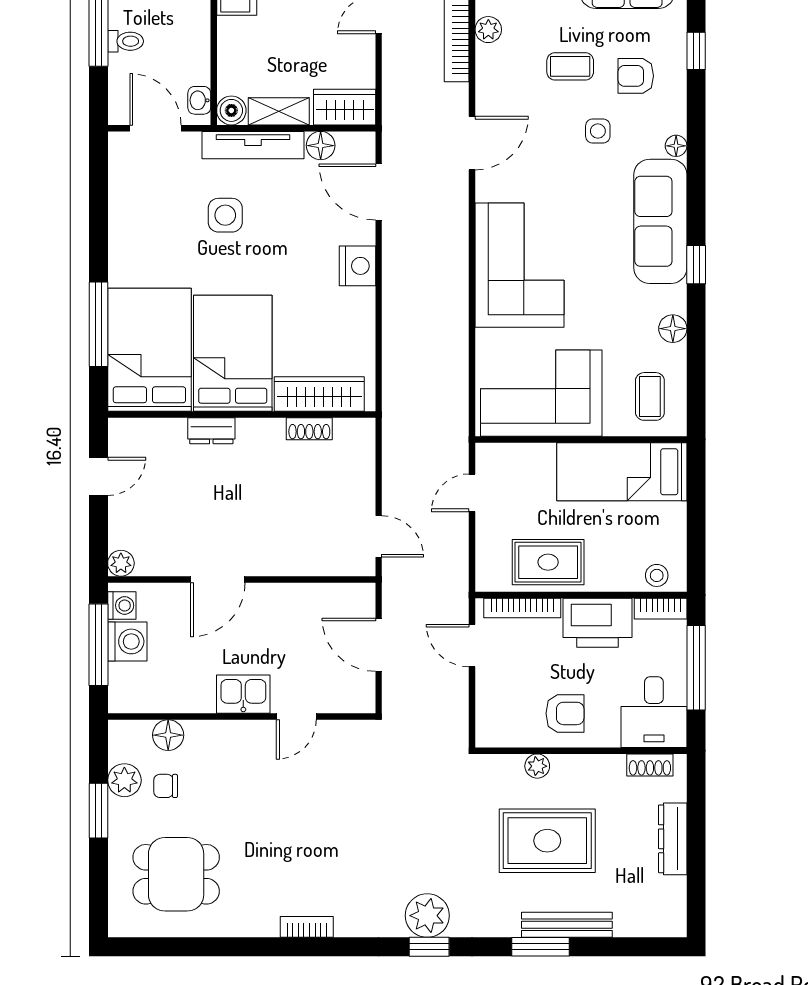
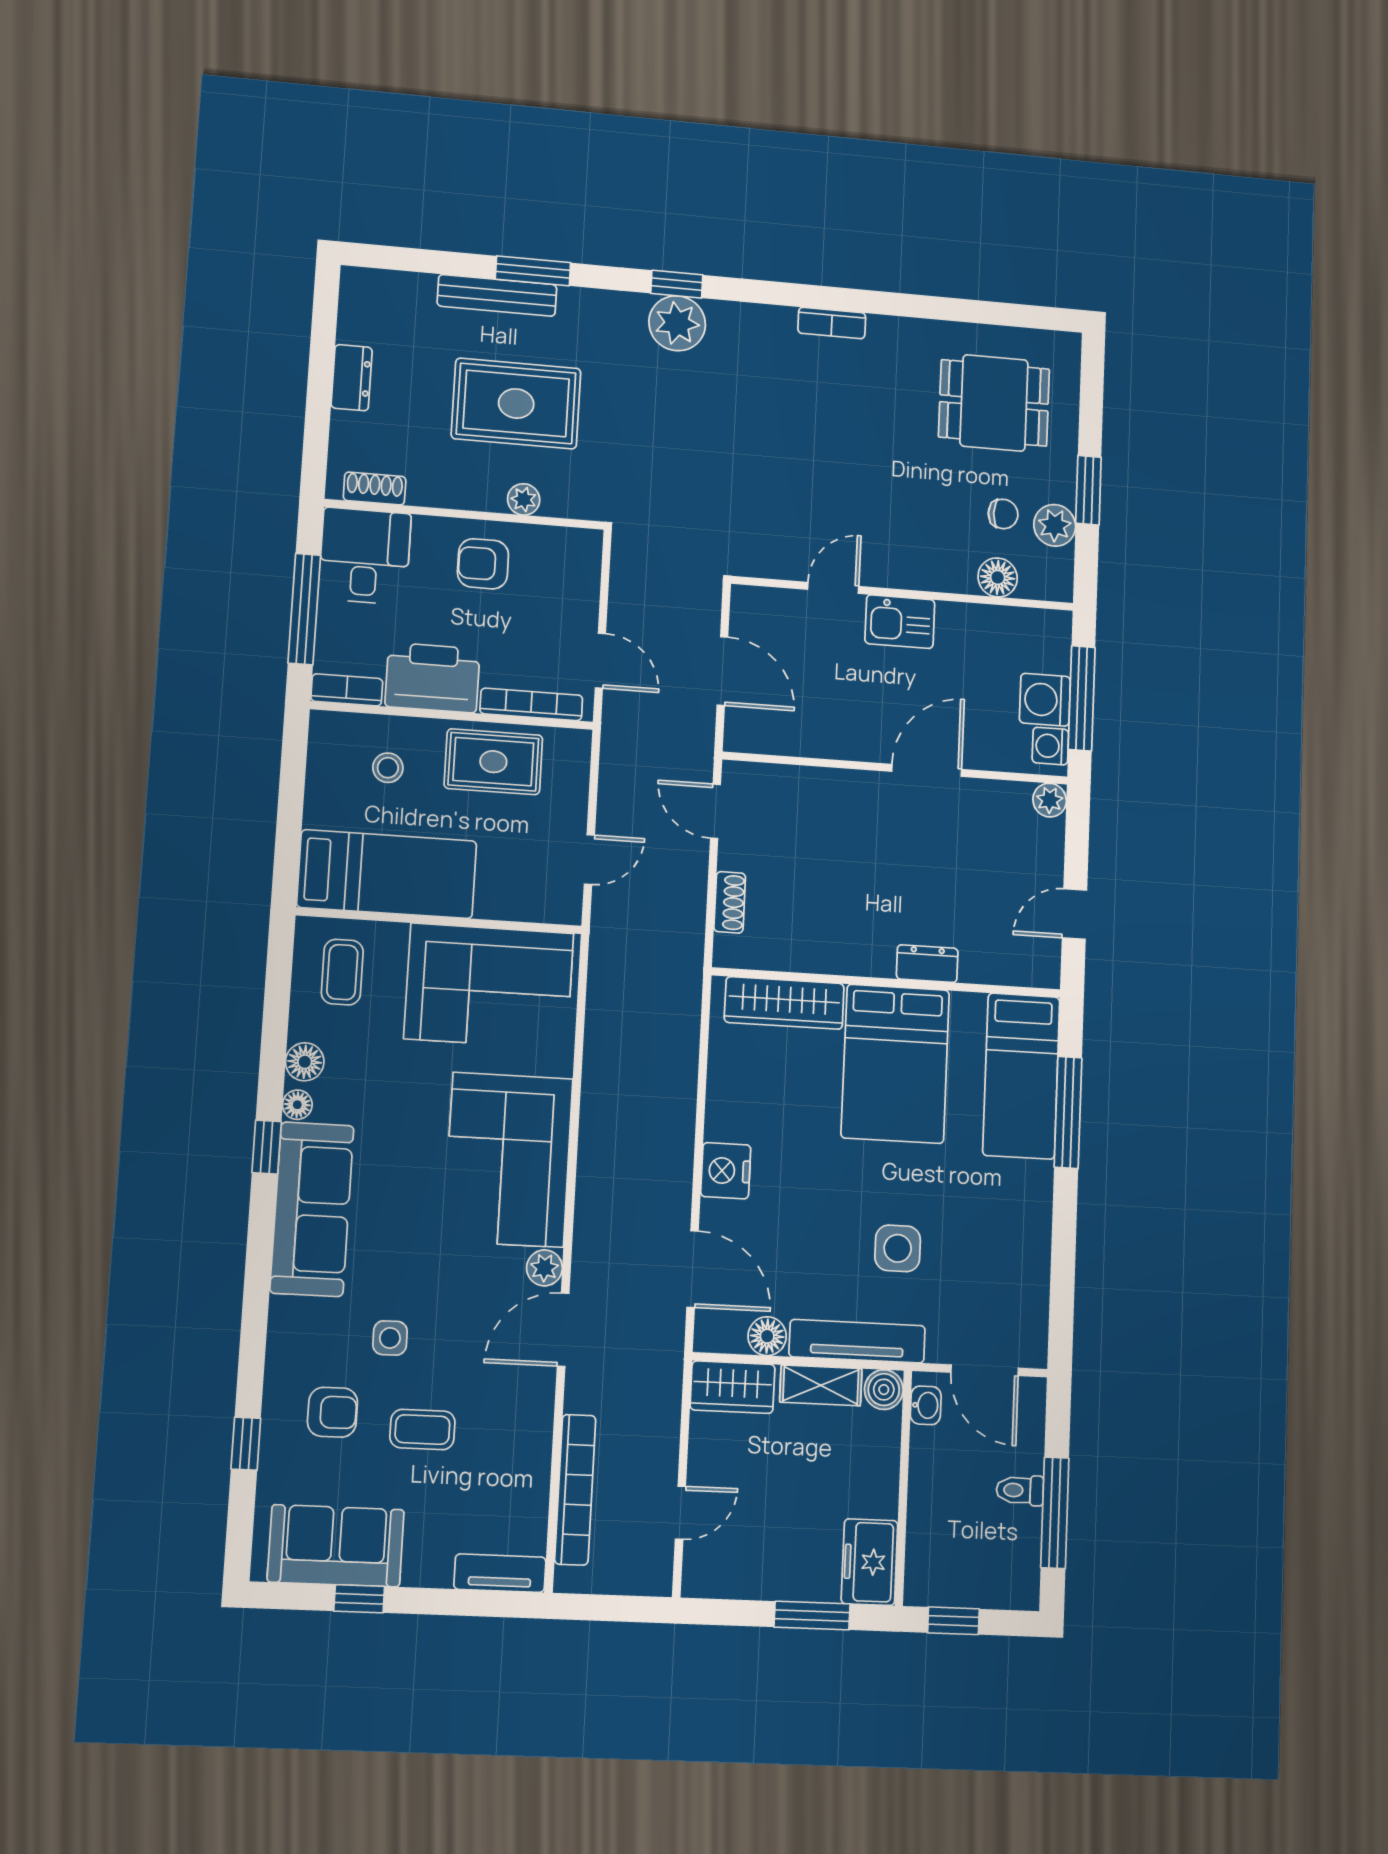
plant: (488, 30) -> (544, 1268), moved
floor lamp: (676, 146) -> (297, 1105), moved
bed: (149, 350) -> (1021, 1076), width x0.67
shoe rack: (309, 429) -> (730, 902), moved, turned 90
stool: (657, 575) -> (388, 768), moved
dresser: (673, 839) -> (352, 378), width x0.70

